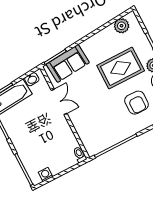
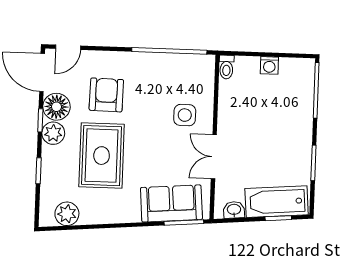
rug: (121, 68) -> (102, 156), turned 90
side table: (88, 116) -> (185, 115), added
washing machine: (46, 174) -> (269, 65), moved

